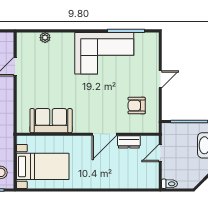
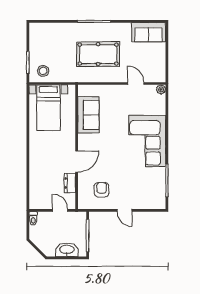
plant: (45, 38) -> (161, 89), moved
corner sofa: (104, 53) -> (147, 141), moved
door: (104, 134) -> (77, 162), swing flipped

